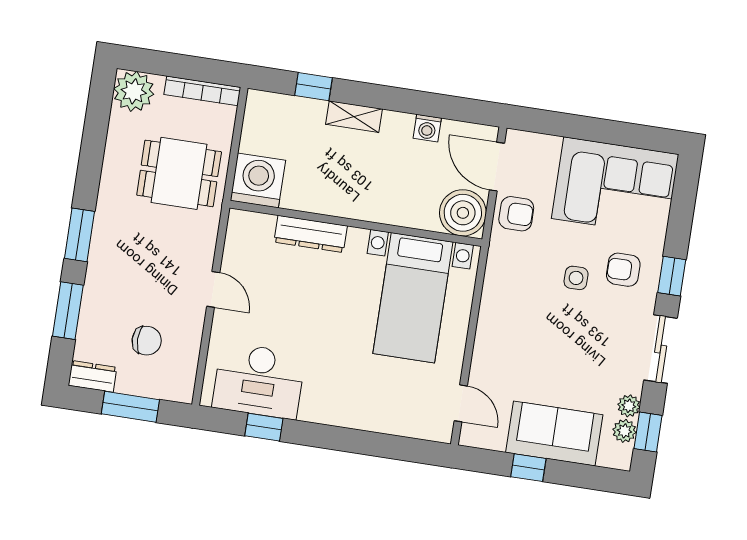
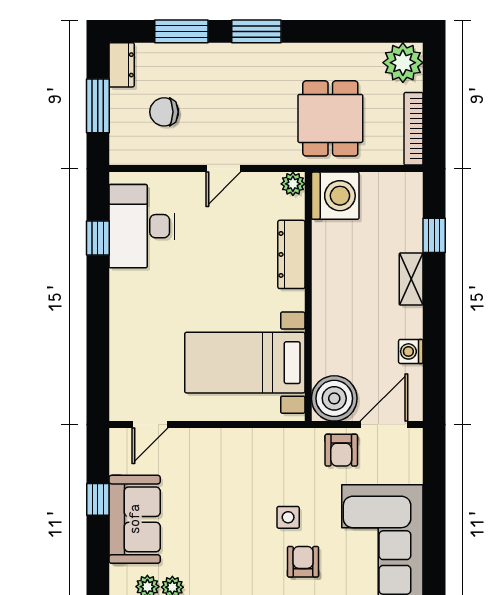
plant: (239, 221) -> (293, 184), added
chair: (147, 341) -> (164, 112), turned 90

